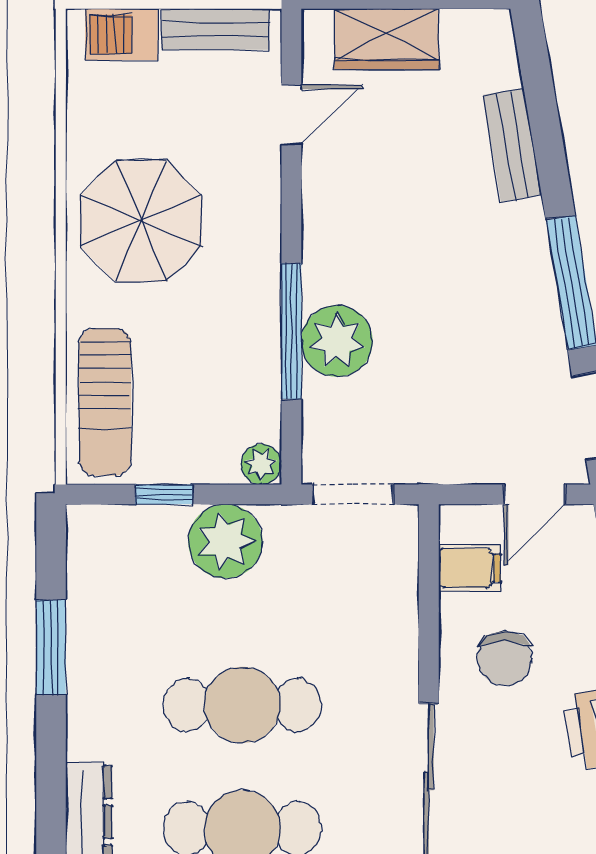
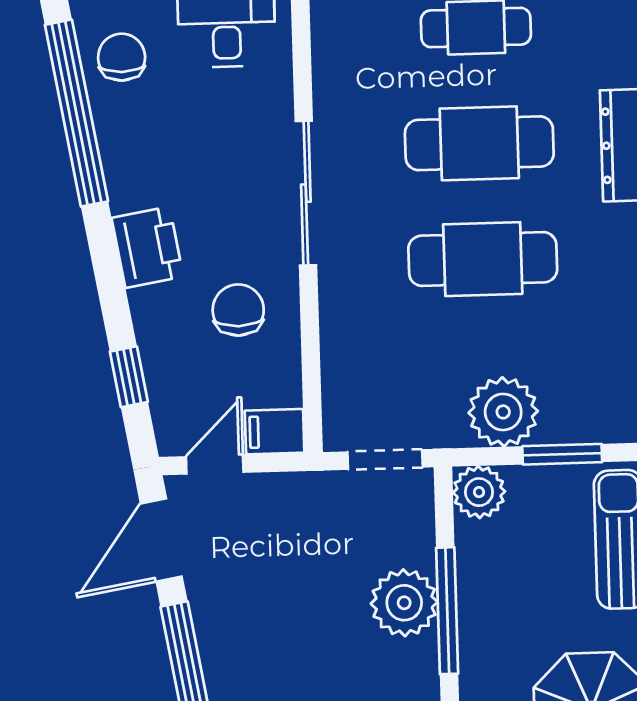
plant: (261, 464) -> (479, 492), width x1.38, depth x1.38
window: (164, 494) -> (562, 454), width x1.50
filing cabinet: (470, 568) -> (275, 432), moved

